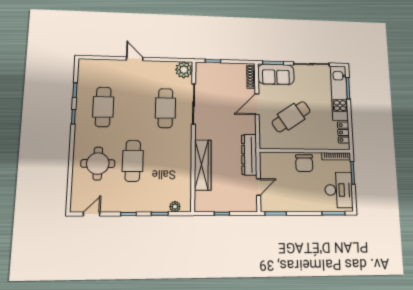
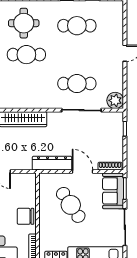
dresser: (249, 155) -> (52, 163), moved

